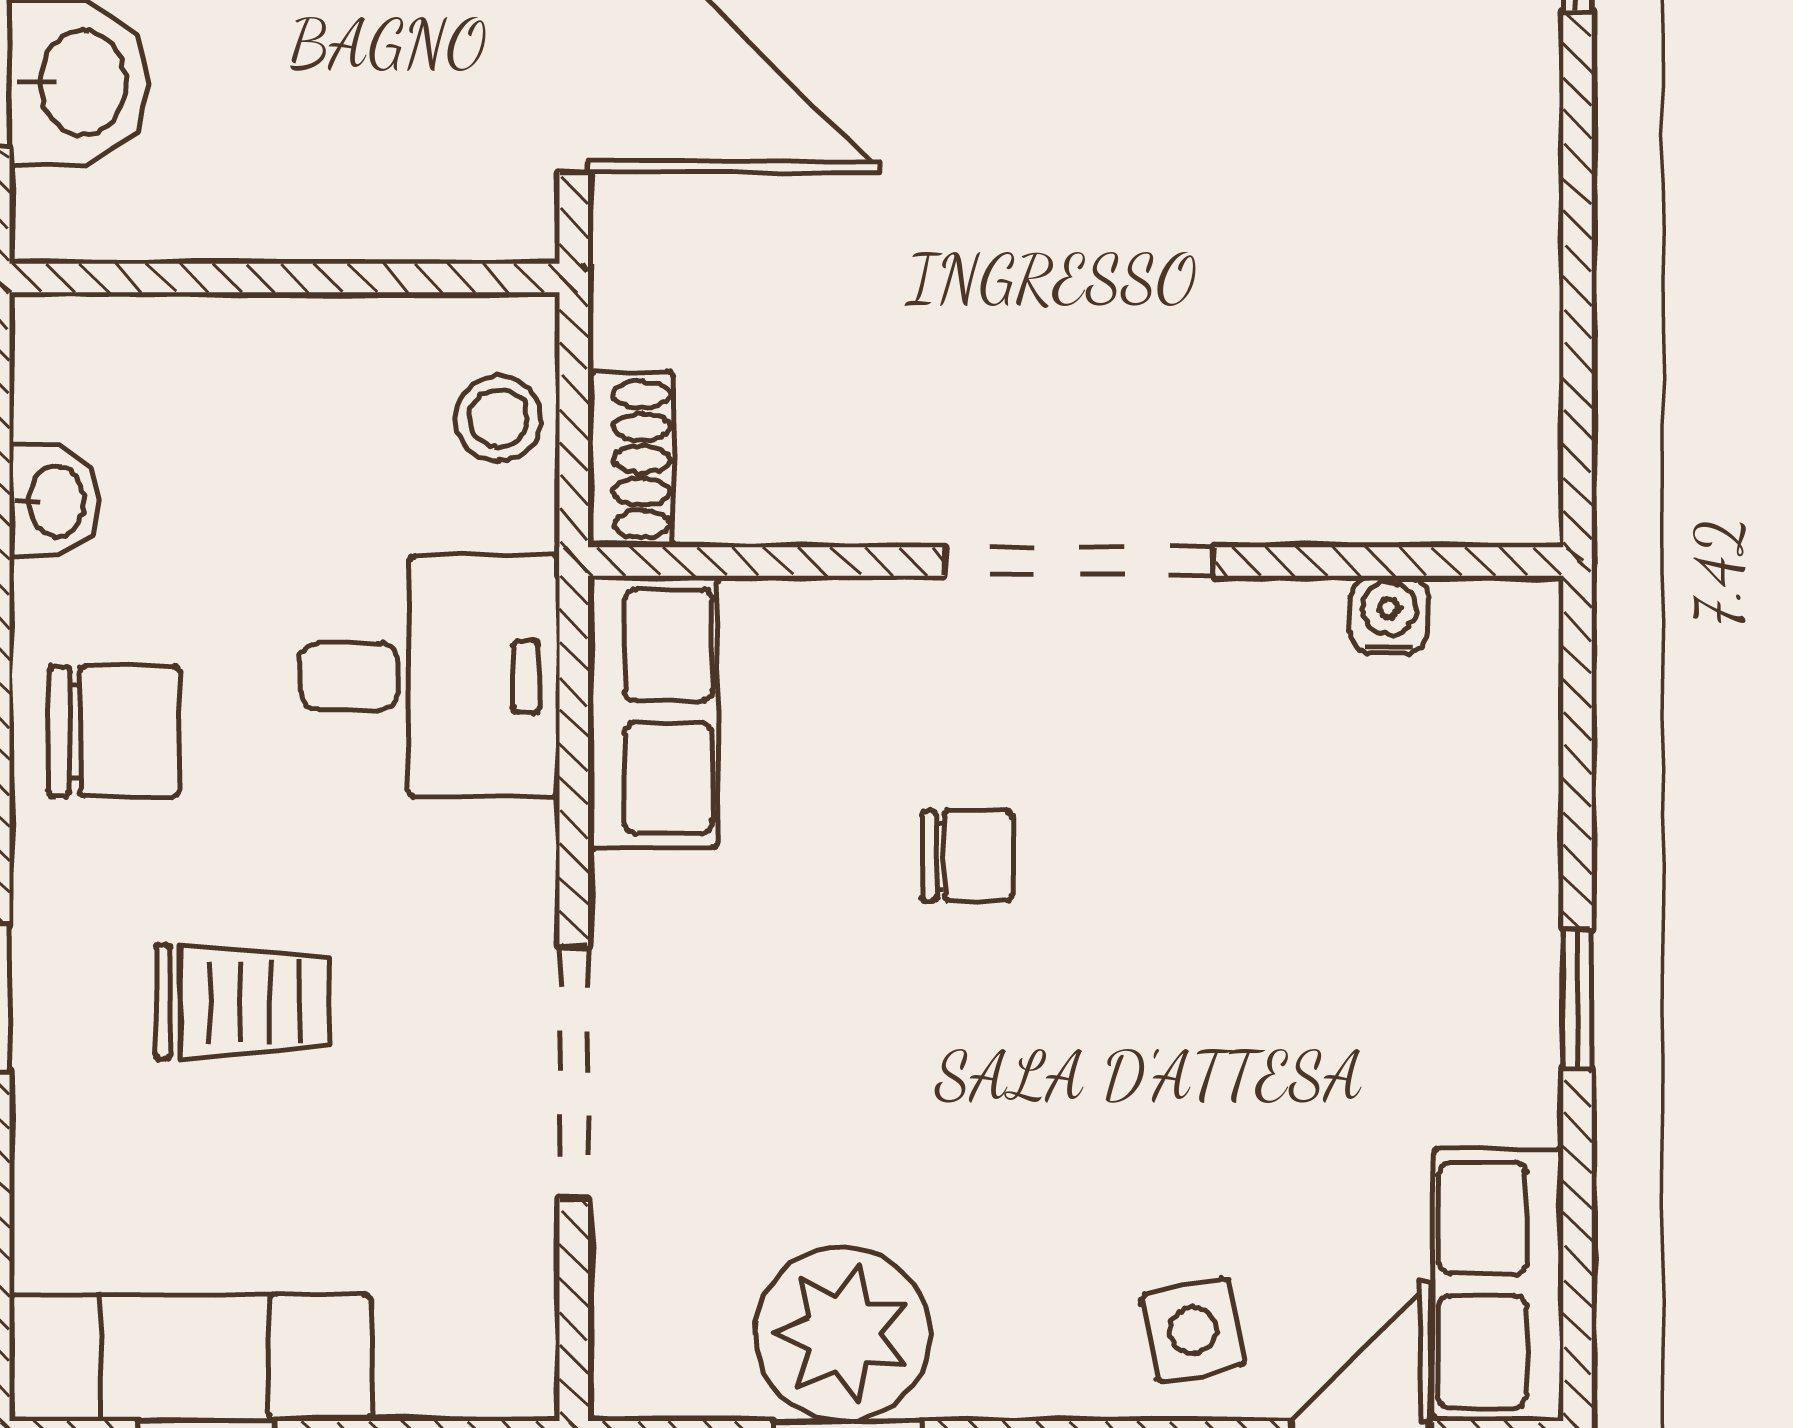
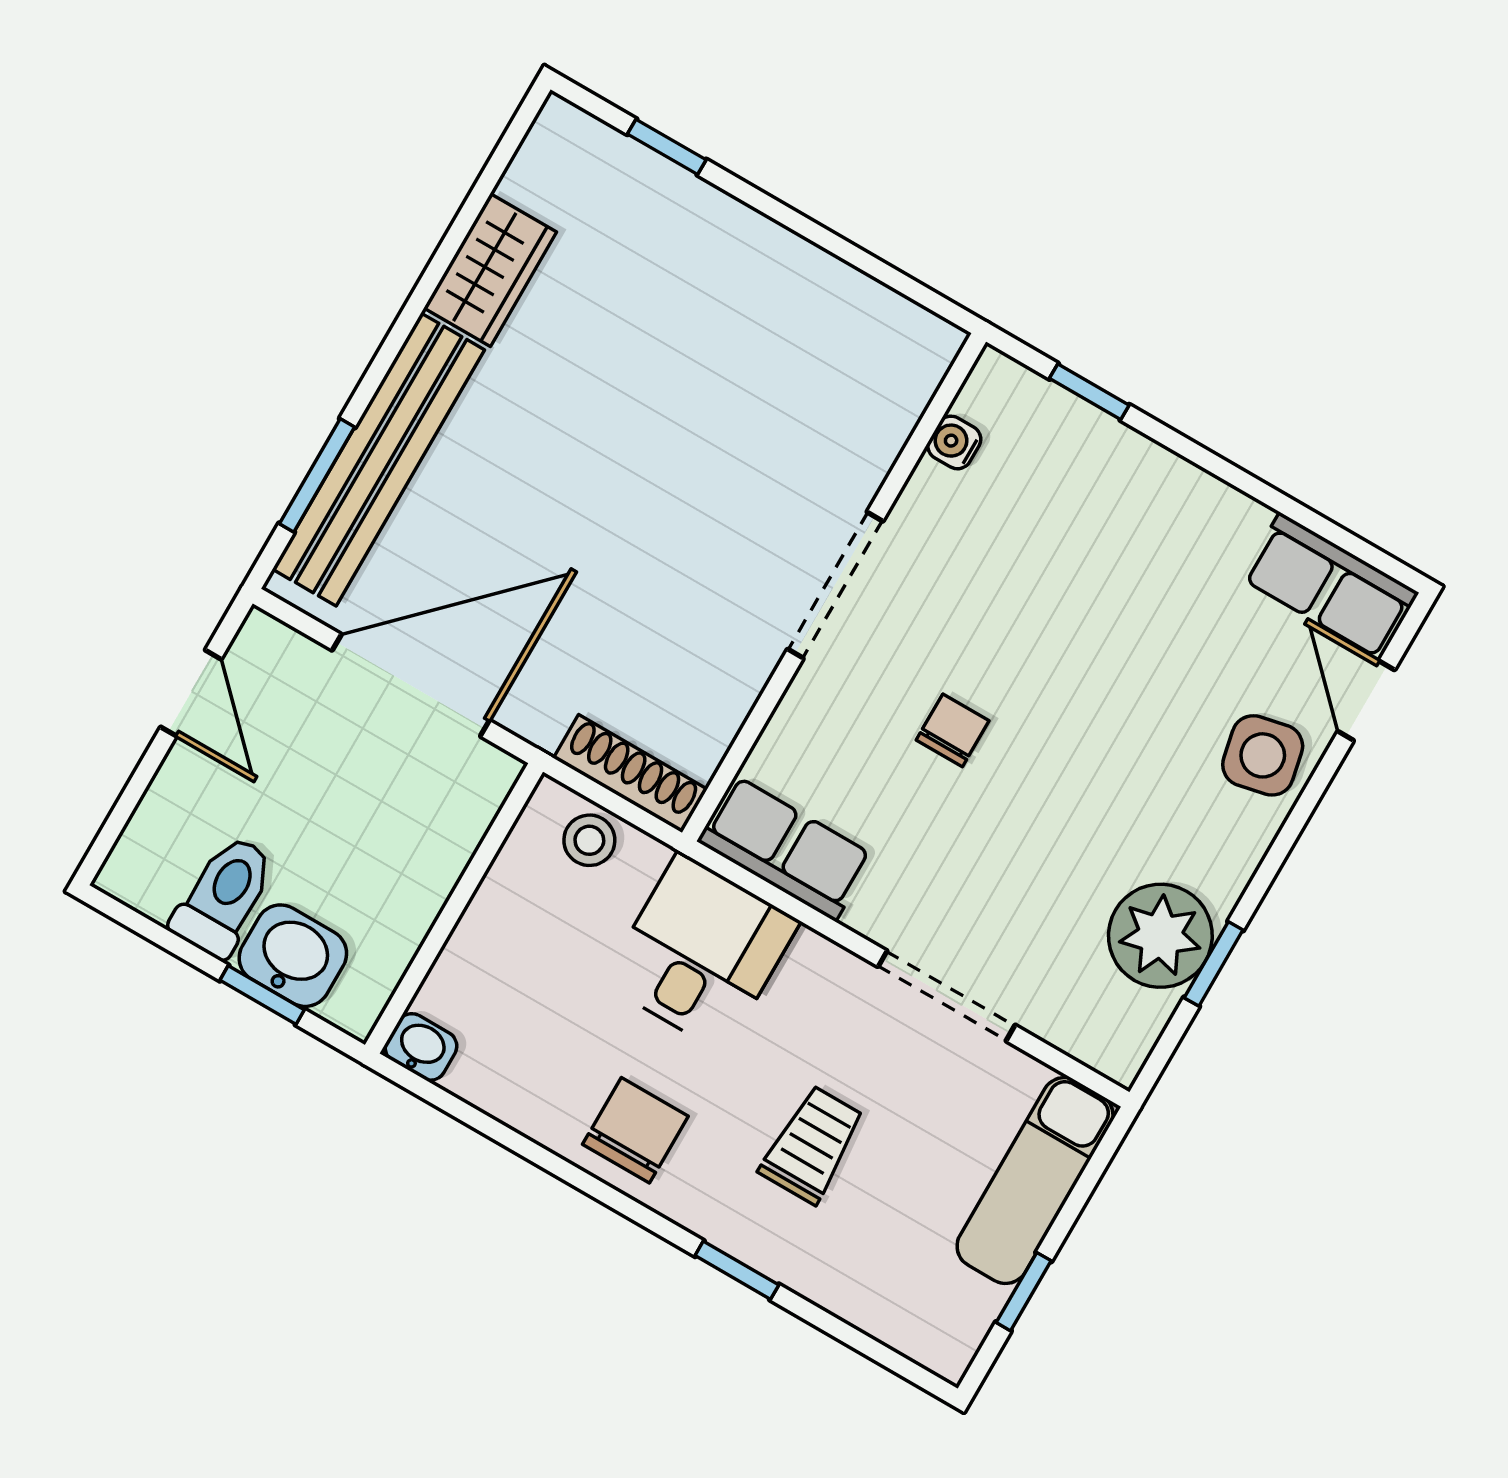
shoe rack: (631, 459) -> (630, 774), width x1.43
washbasin: (54, 501) -> (421, 1047), moved
window: (1578, 999) -> (1089, 392), moved
side table: (1193, 1330) -> (1263, 755), width x1.37, depth x1.37
exam couch: (190, 1358) -> (1035, 1180), moved

